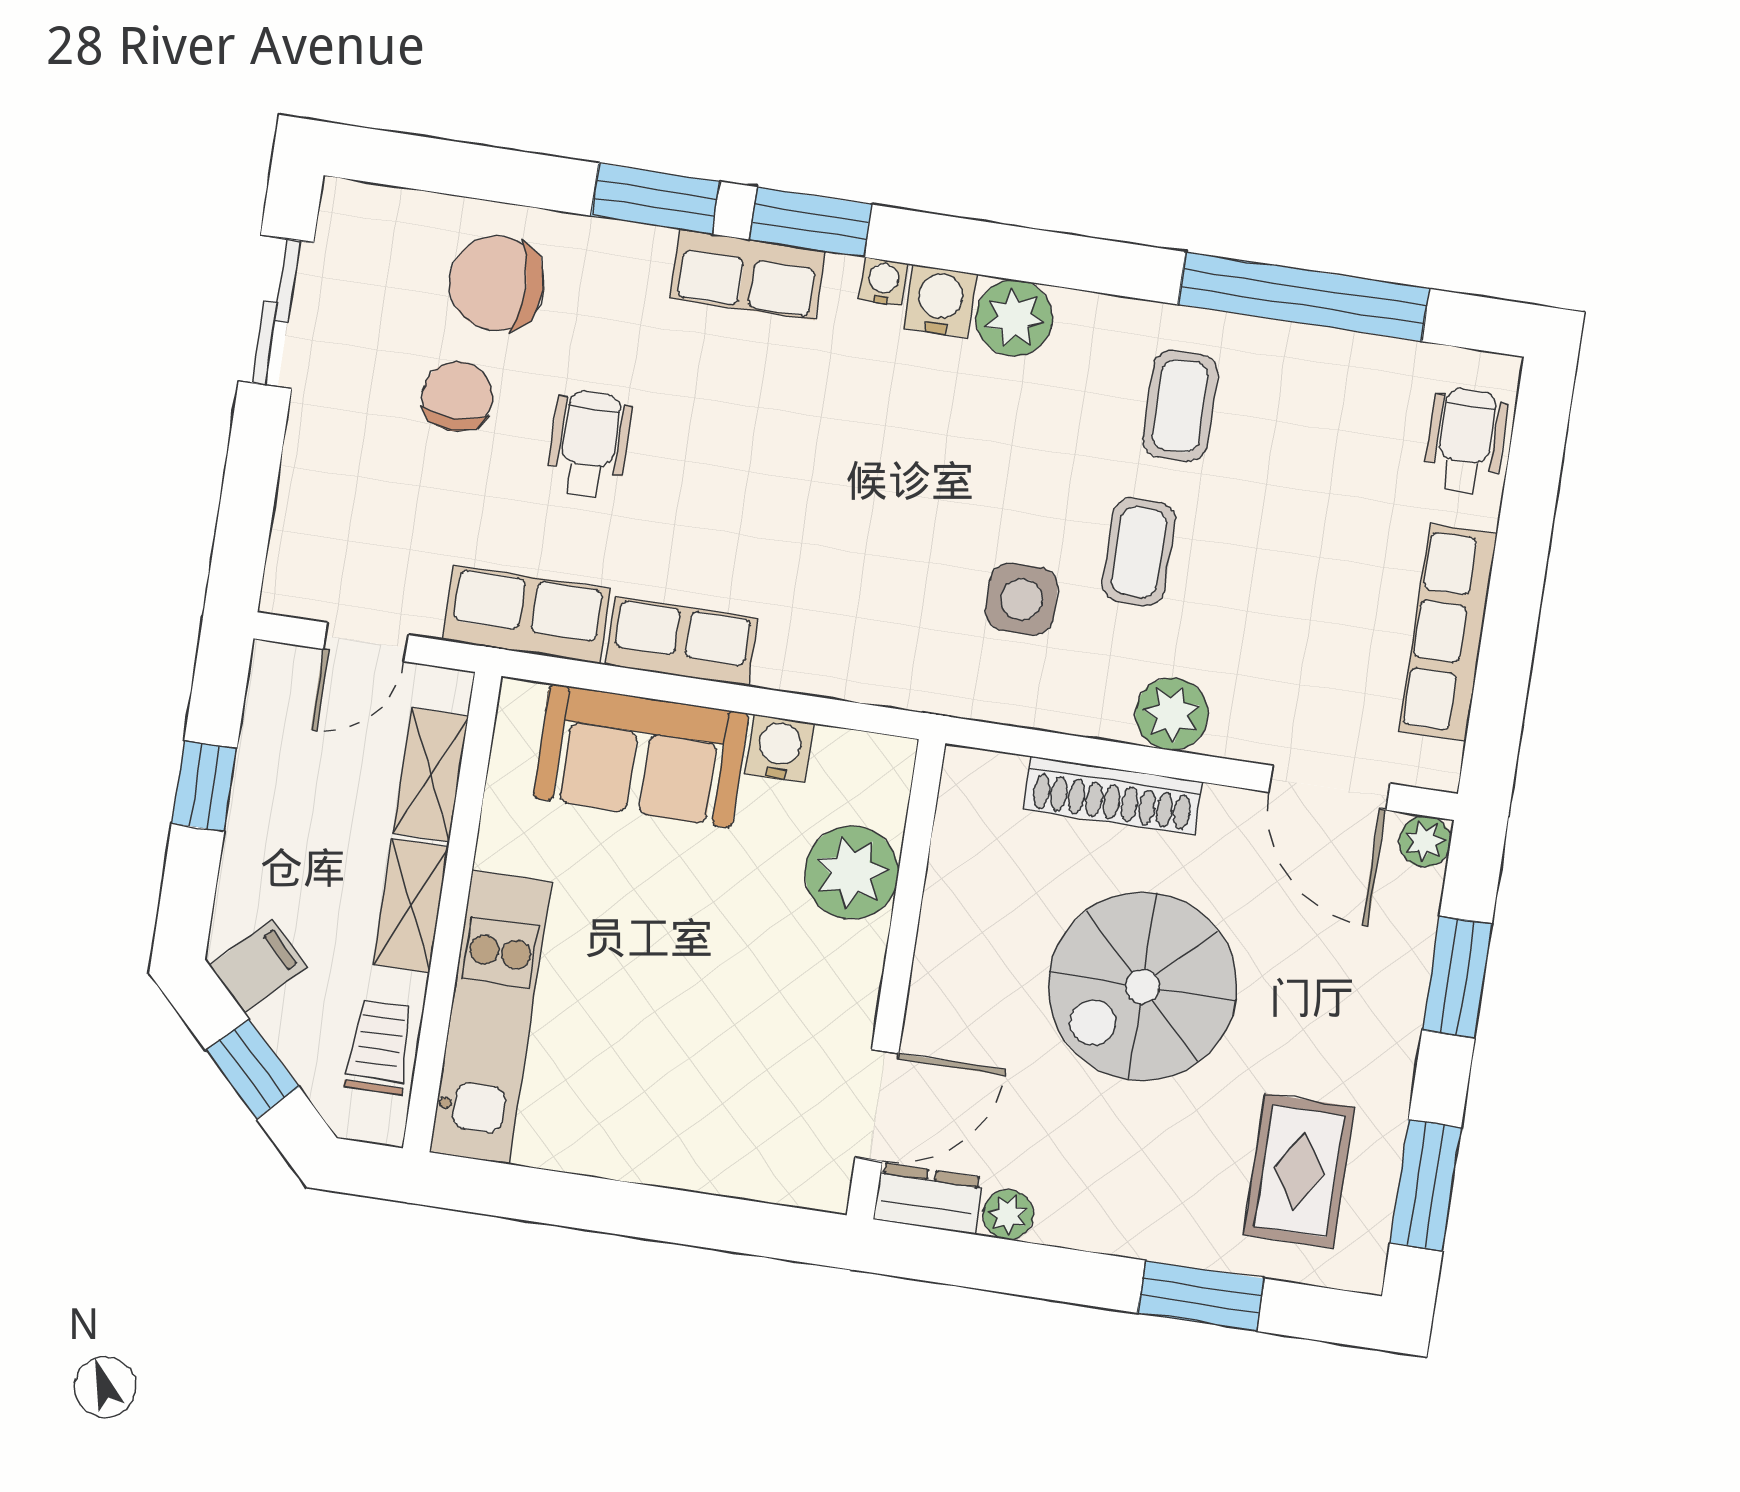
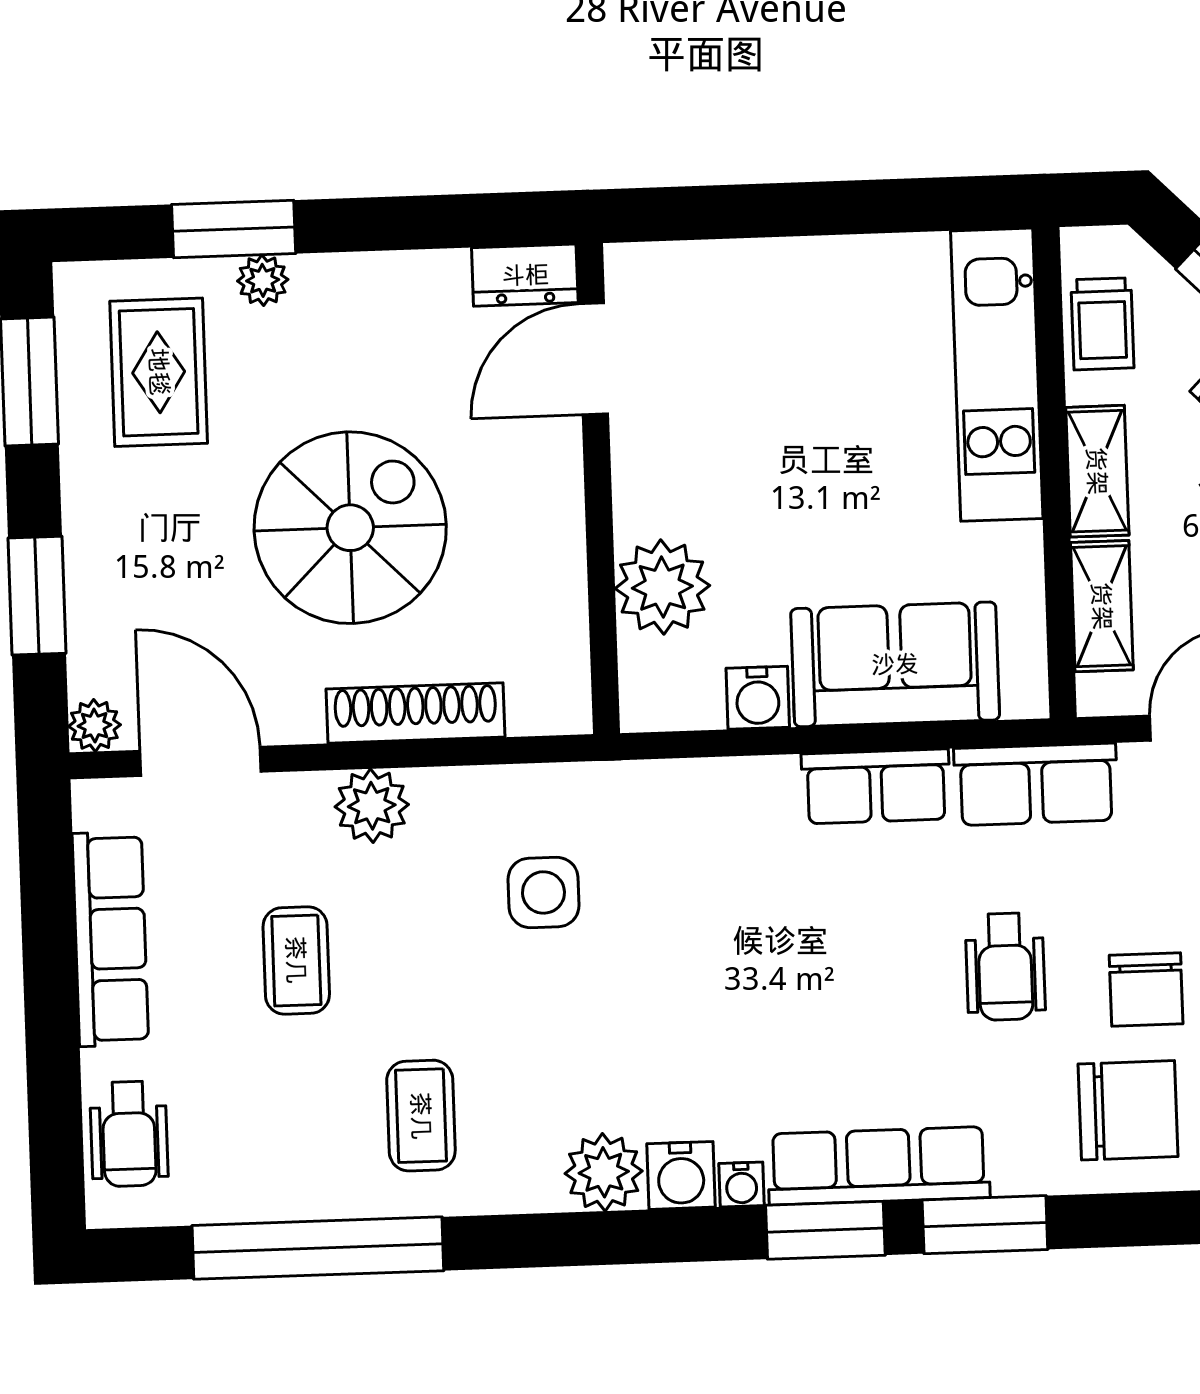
row of seats: (747, 275) -> (879, 1166), width x1.48
coffee table: (1139, 552) -> (296, 960), moved
plant: (1008, 1215) -> (263, 280), moved

